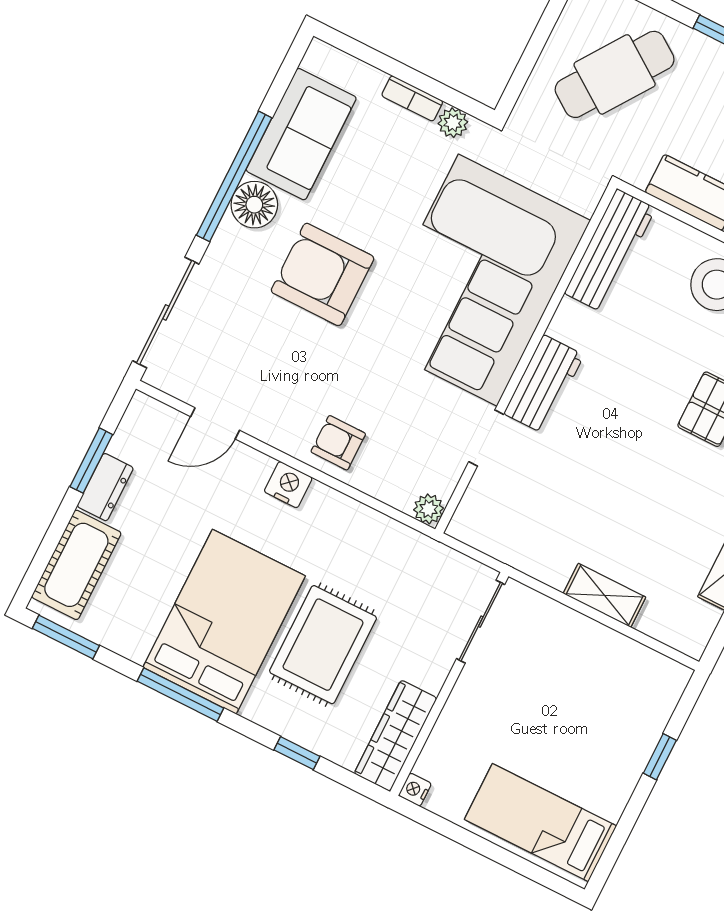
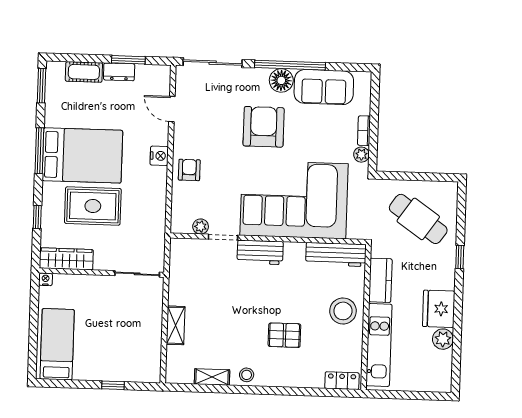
plant: (429, 509) -> (201, 227), moved
cot: (76, 565) -> (84, 72), width x0.73, depth x0.75

